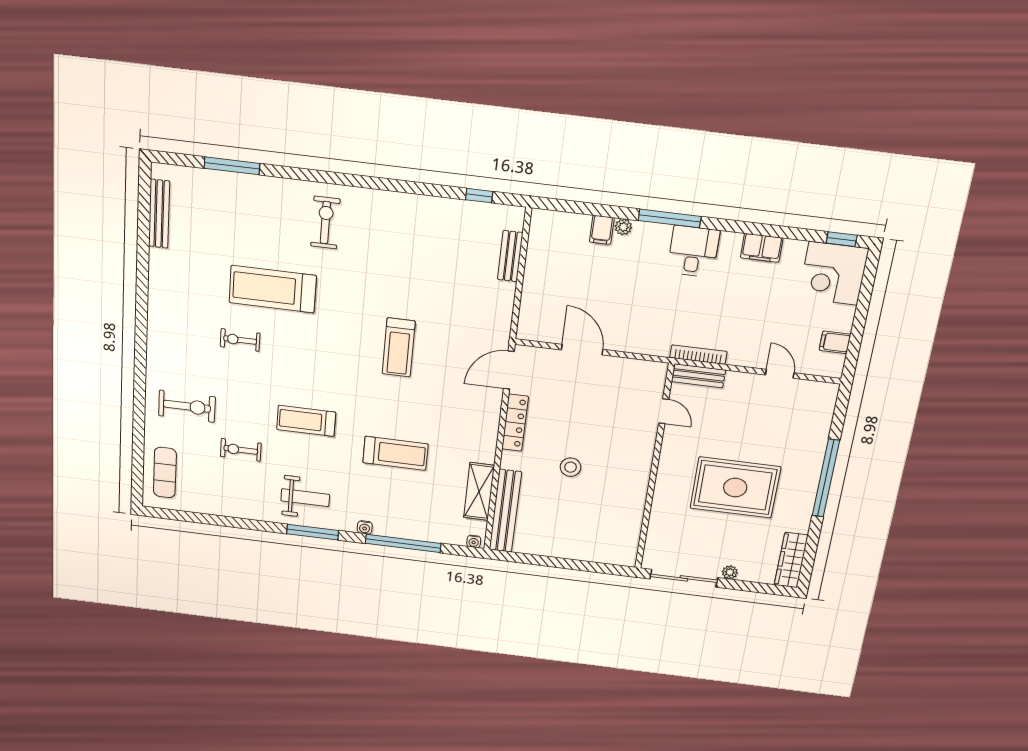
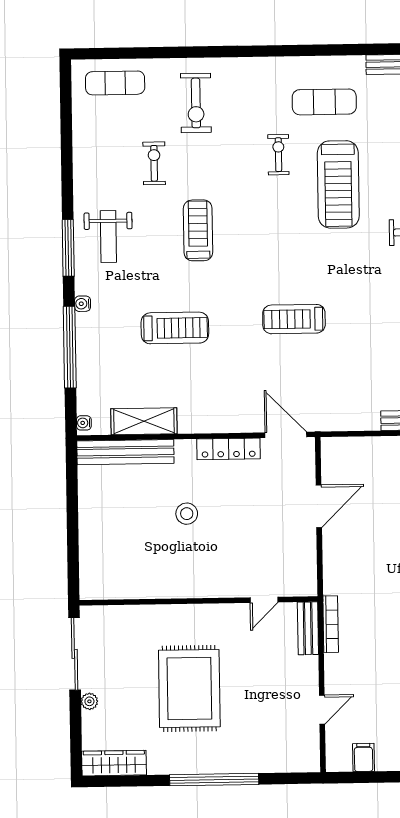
treadmill: (273, 289) -> (338, 184), turned 180
exercise mat: (192, 291) -> (324, 102), added
treadmill: (395, 453) -> (175, 328), turned -90

